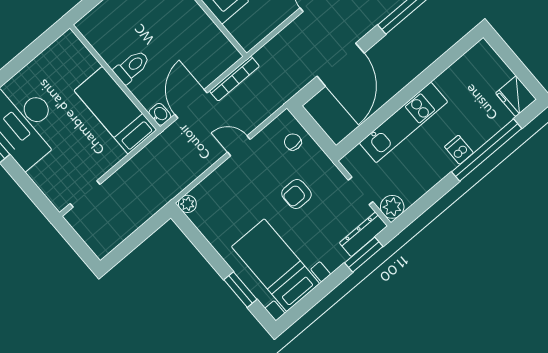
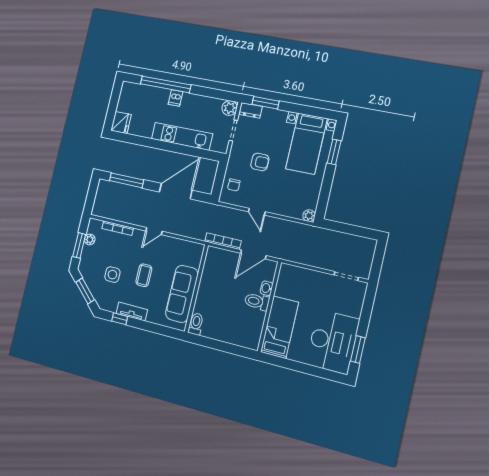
fridge: (516, 96) -> (121, 123), moved
bed: (115, 110) -> (279, 327), moved, turned 180
washbasin: (160, 114) -> (267, 288), moved
dresser: (363, 234) -> (250, 110), width x0.70

